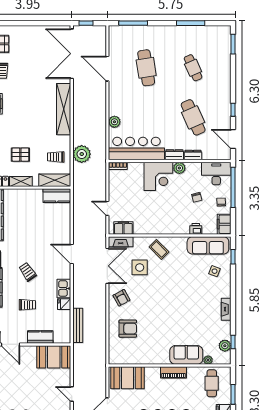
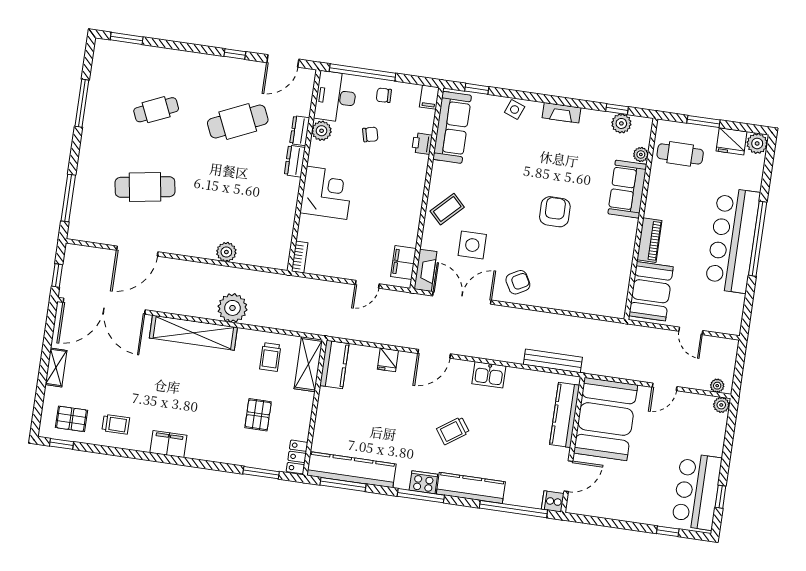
bar counter: (136, 148) -> (275, 222), removed
plant: (82, 154) -> (232, 308), moved
plant: (179, 168) -> (322, 131), moved
shelving: (21, 181) -> (56, 367), moved
filing cabinet: (224, 224) -> (429, 97), width x0.50
side table: (215, 271) -> (515, 110), moved
fridge: (64, 304) -> (388, 360), moved
trolley: (27, 305) -> (507, 439), removed
armchair: (128, 329) -> (555, 212), moved
kitchen counter: (40, 337) -> (565, 415), width x1.50
booth: (54, 357) -> (606, 419), width x1.36, depth x1.42
piano: (174, 372) -> (649, 240), moved

